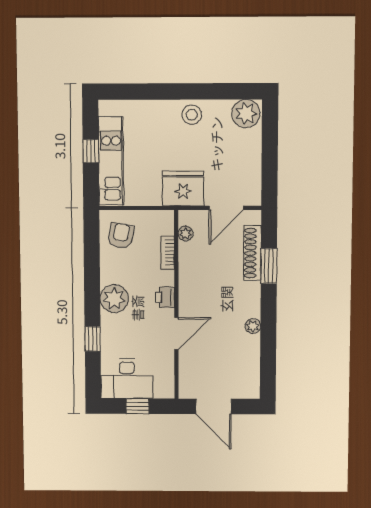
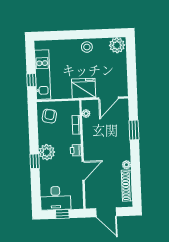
window: (91, 151) -> (31, 80), moved
shoe rack: (252, 253) -> (127, 186), moved
window: (93, 339) -> (35, 161), moved

